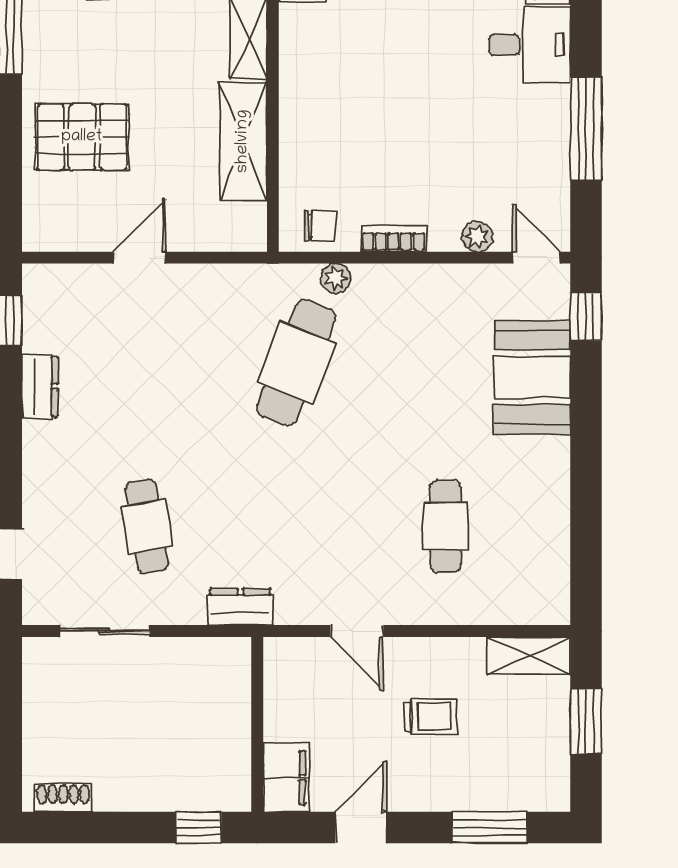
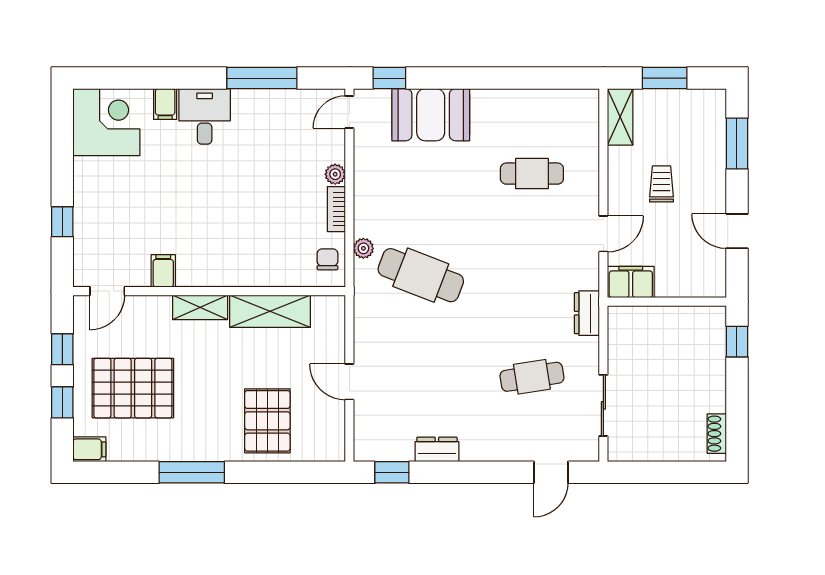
plant: (477, 237) -> (335, 174), moved
filing cabinet: (286, 777) -> (631, 282), moved

